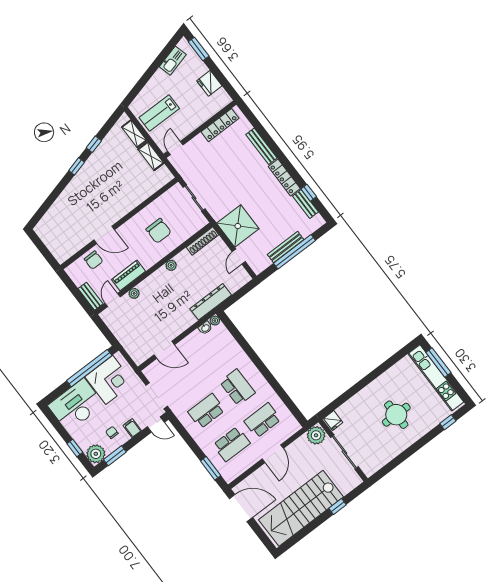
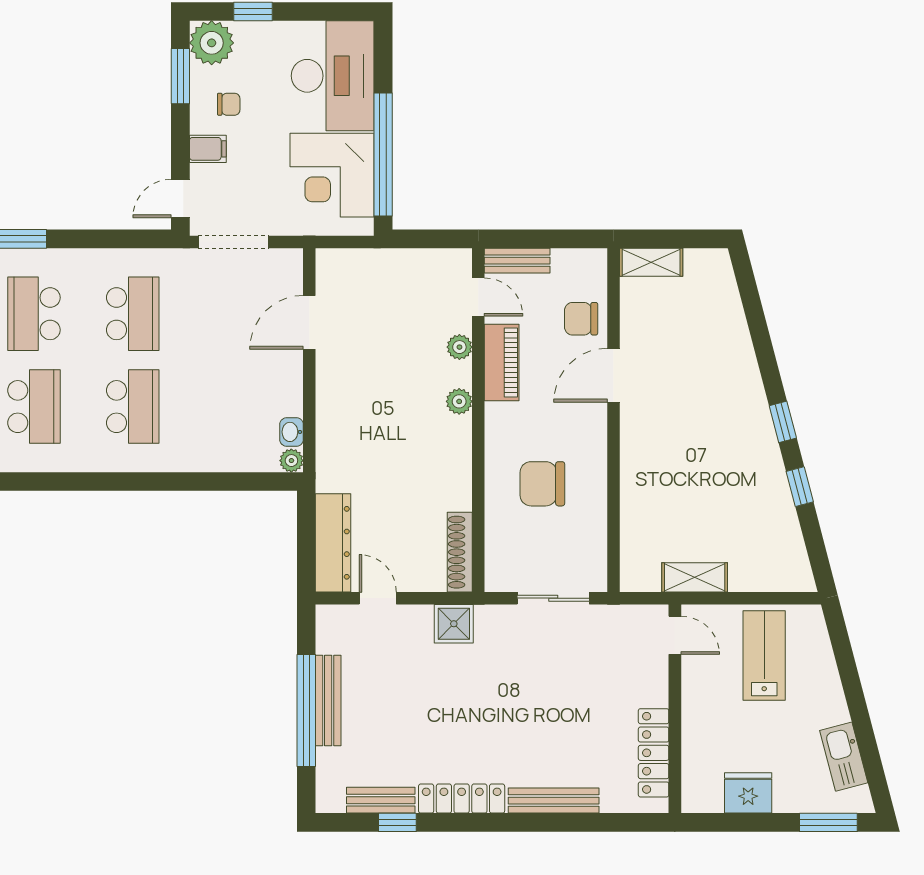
shelving: (134, 134) -> (651, 262), moved
shower: (238, 226) -> (454, 624), width x0.54, depth x0.54
plant: (171, 265) -> (459, 401), moved
dresser: (211, 302) -> (333, 543), moved
school desk: (237, 387) -> (133, 407), turned -90

